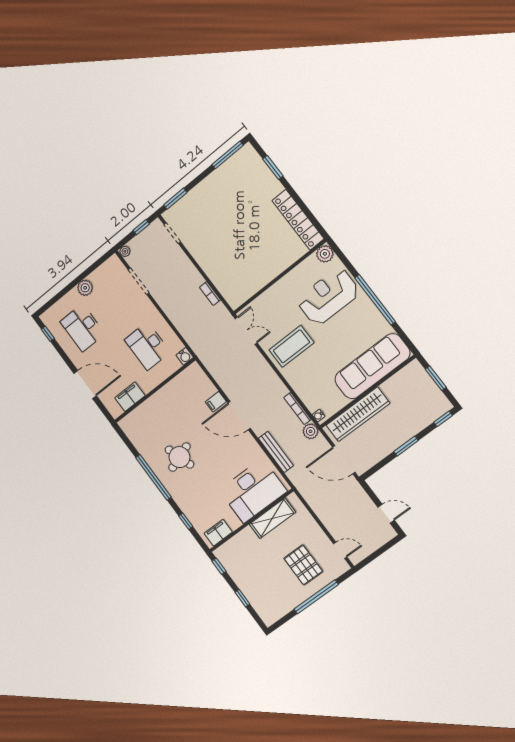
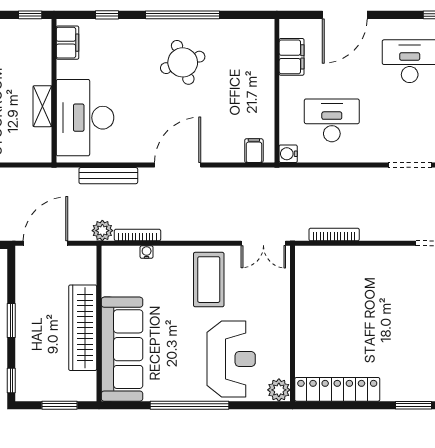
bookcase: (210, 293) -> (334, 235), width x1.56
filing cabinet: (216, 402) -> (254, 151), moved
wardrobe: (358, 414) -> (83, 328), moved
water cooler: (318, 416) -> (147, 252), moved
shelving: (272, 518) -> (42, 106), width x0.67, depth x0.75

